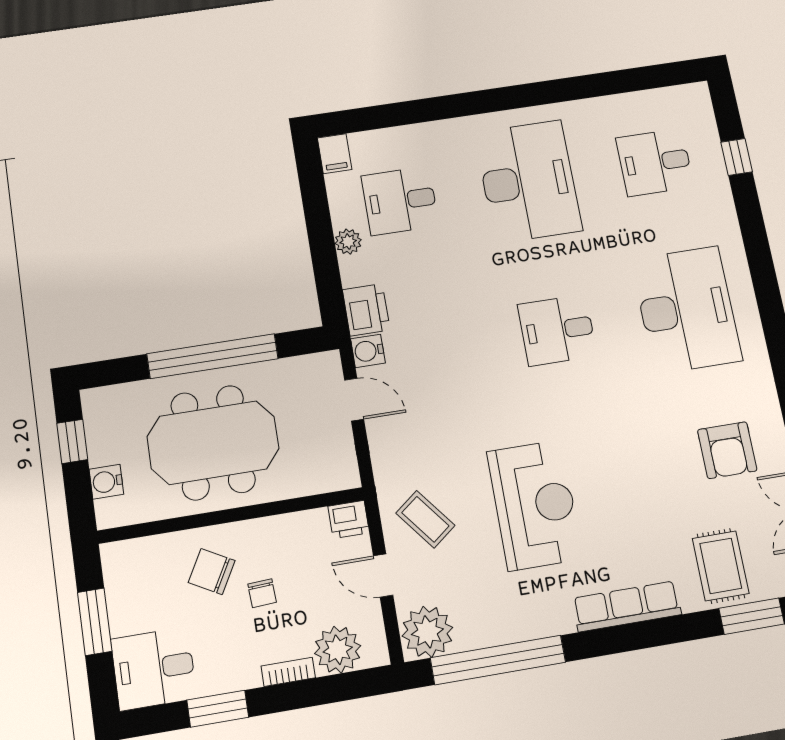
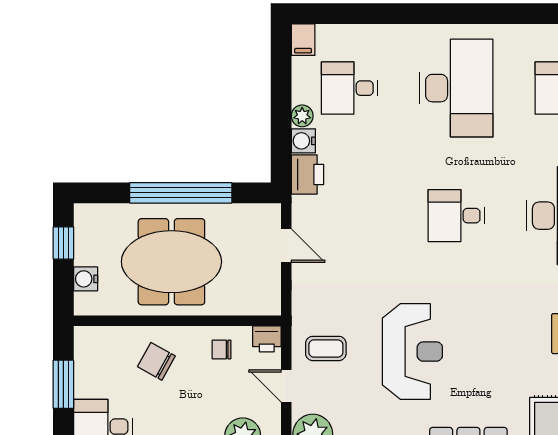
water cooler: (368, 351) -> (303, 141), moved
coffee table: (425, 519) -> (326, 348), turned -52
chair: (262, 593) -> (222, 349), moved, turned 93

